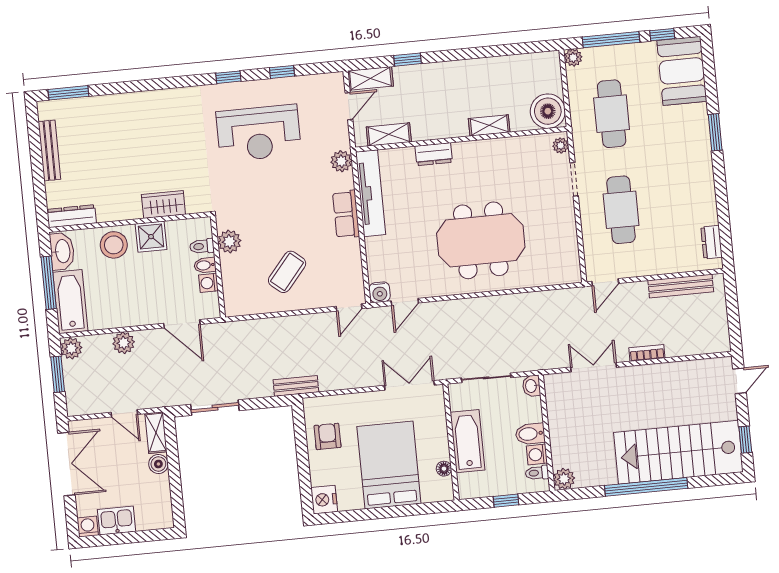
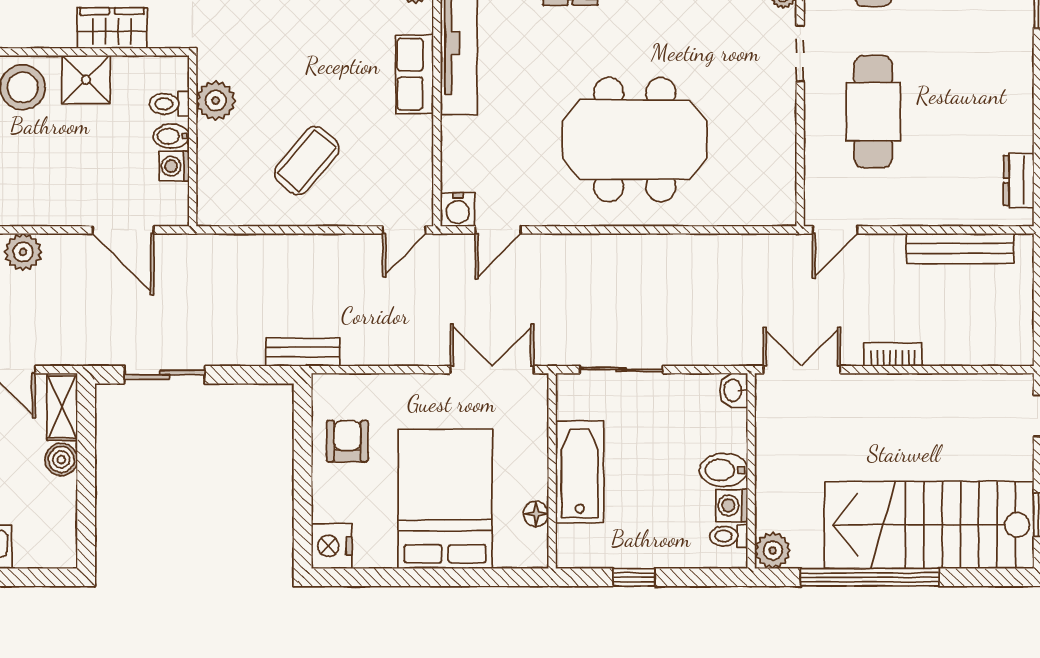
washbasin: (531, 386) -> (734, 390), moved
wall: (547, 433) -> (751, 471), moved
bidet: (530, 434) -> (724, 470), moved
washing machine: (537, 455) -> (732, 505), moved
toilet: (537, 473) -> (729, 536), moved
plant: (564, 479) -> (773, 550), moved

